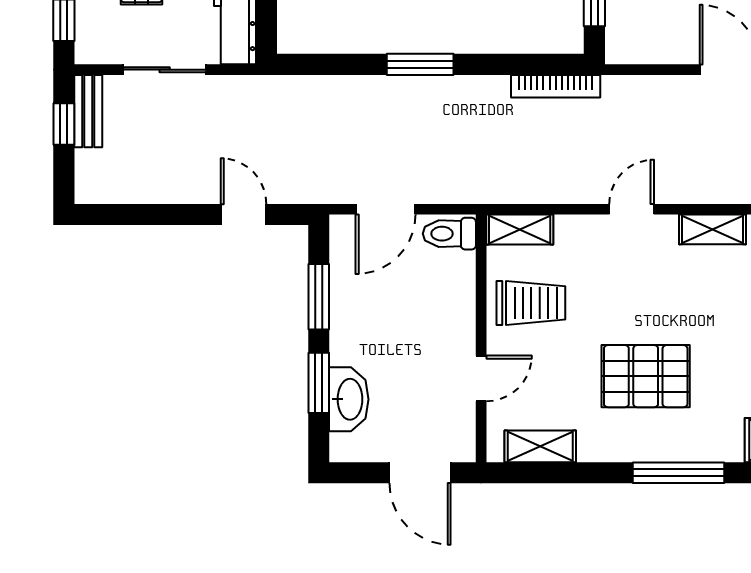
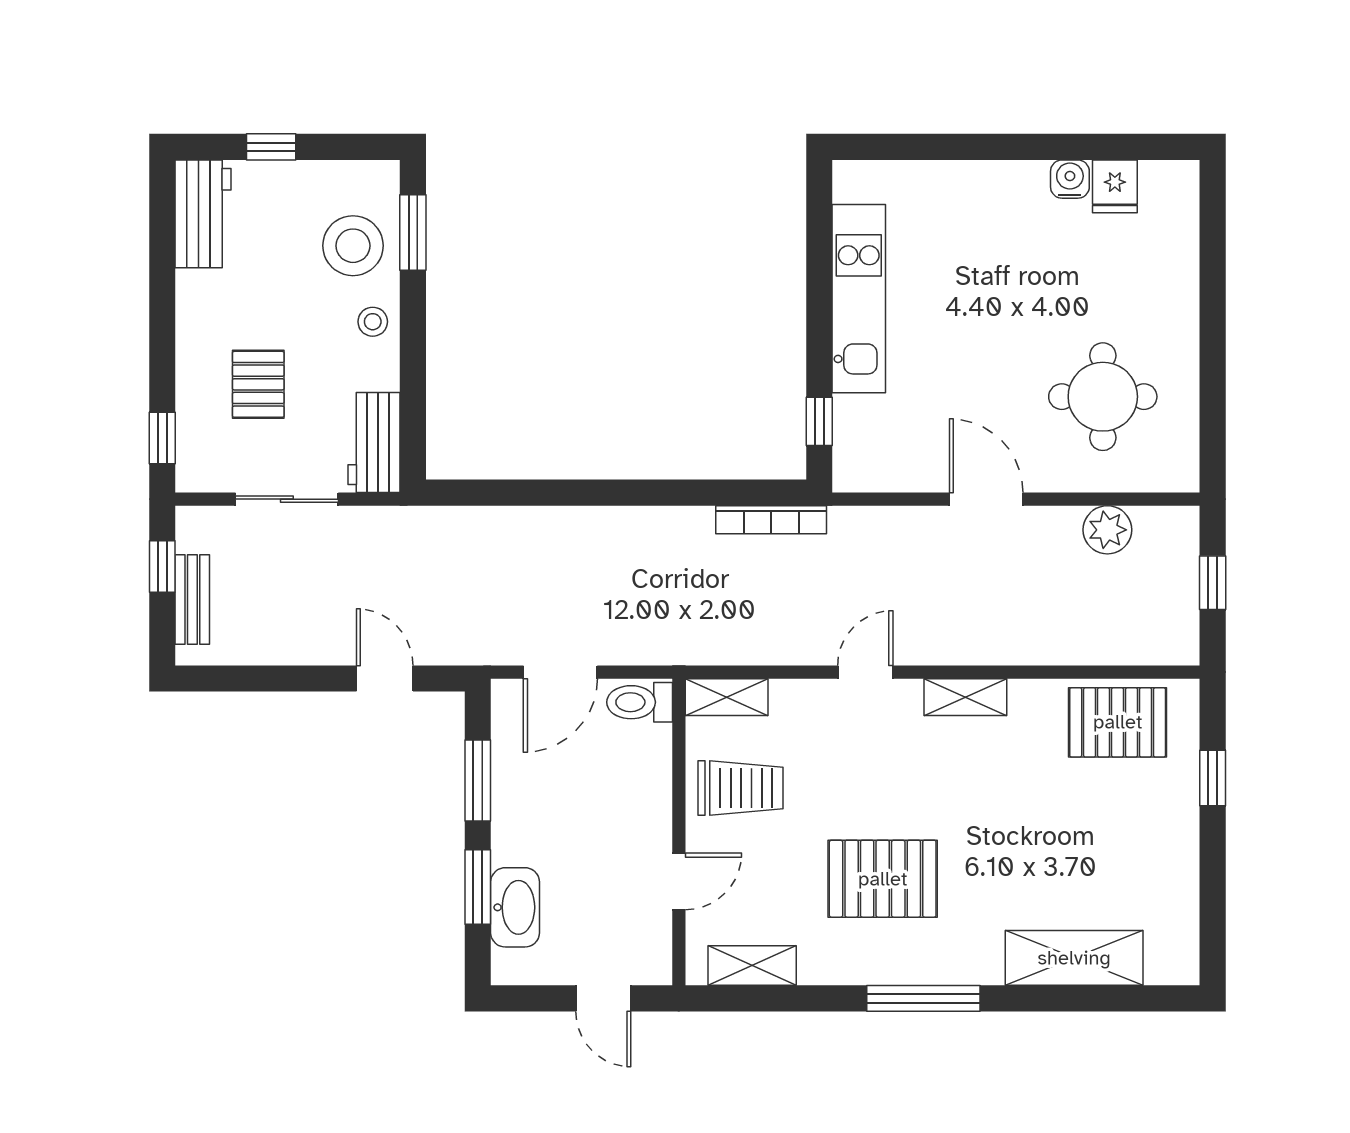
window: (420, 64) -> (603, 493), removed
bench: (88, 111) -> (192, 600), moved
door: (420, 473) -> (603, 998), width x0.73

